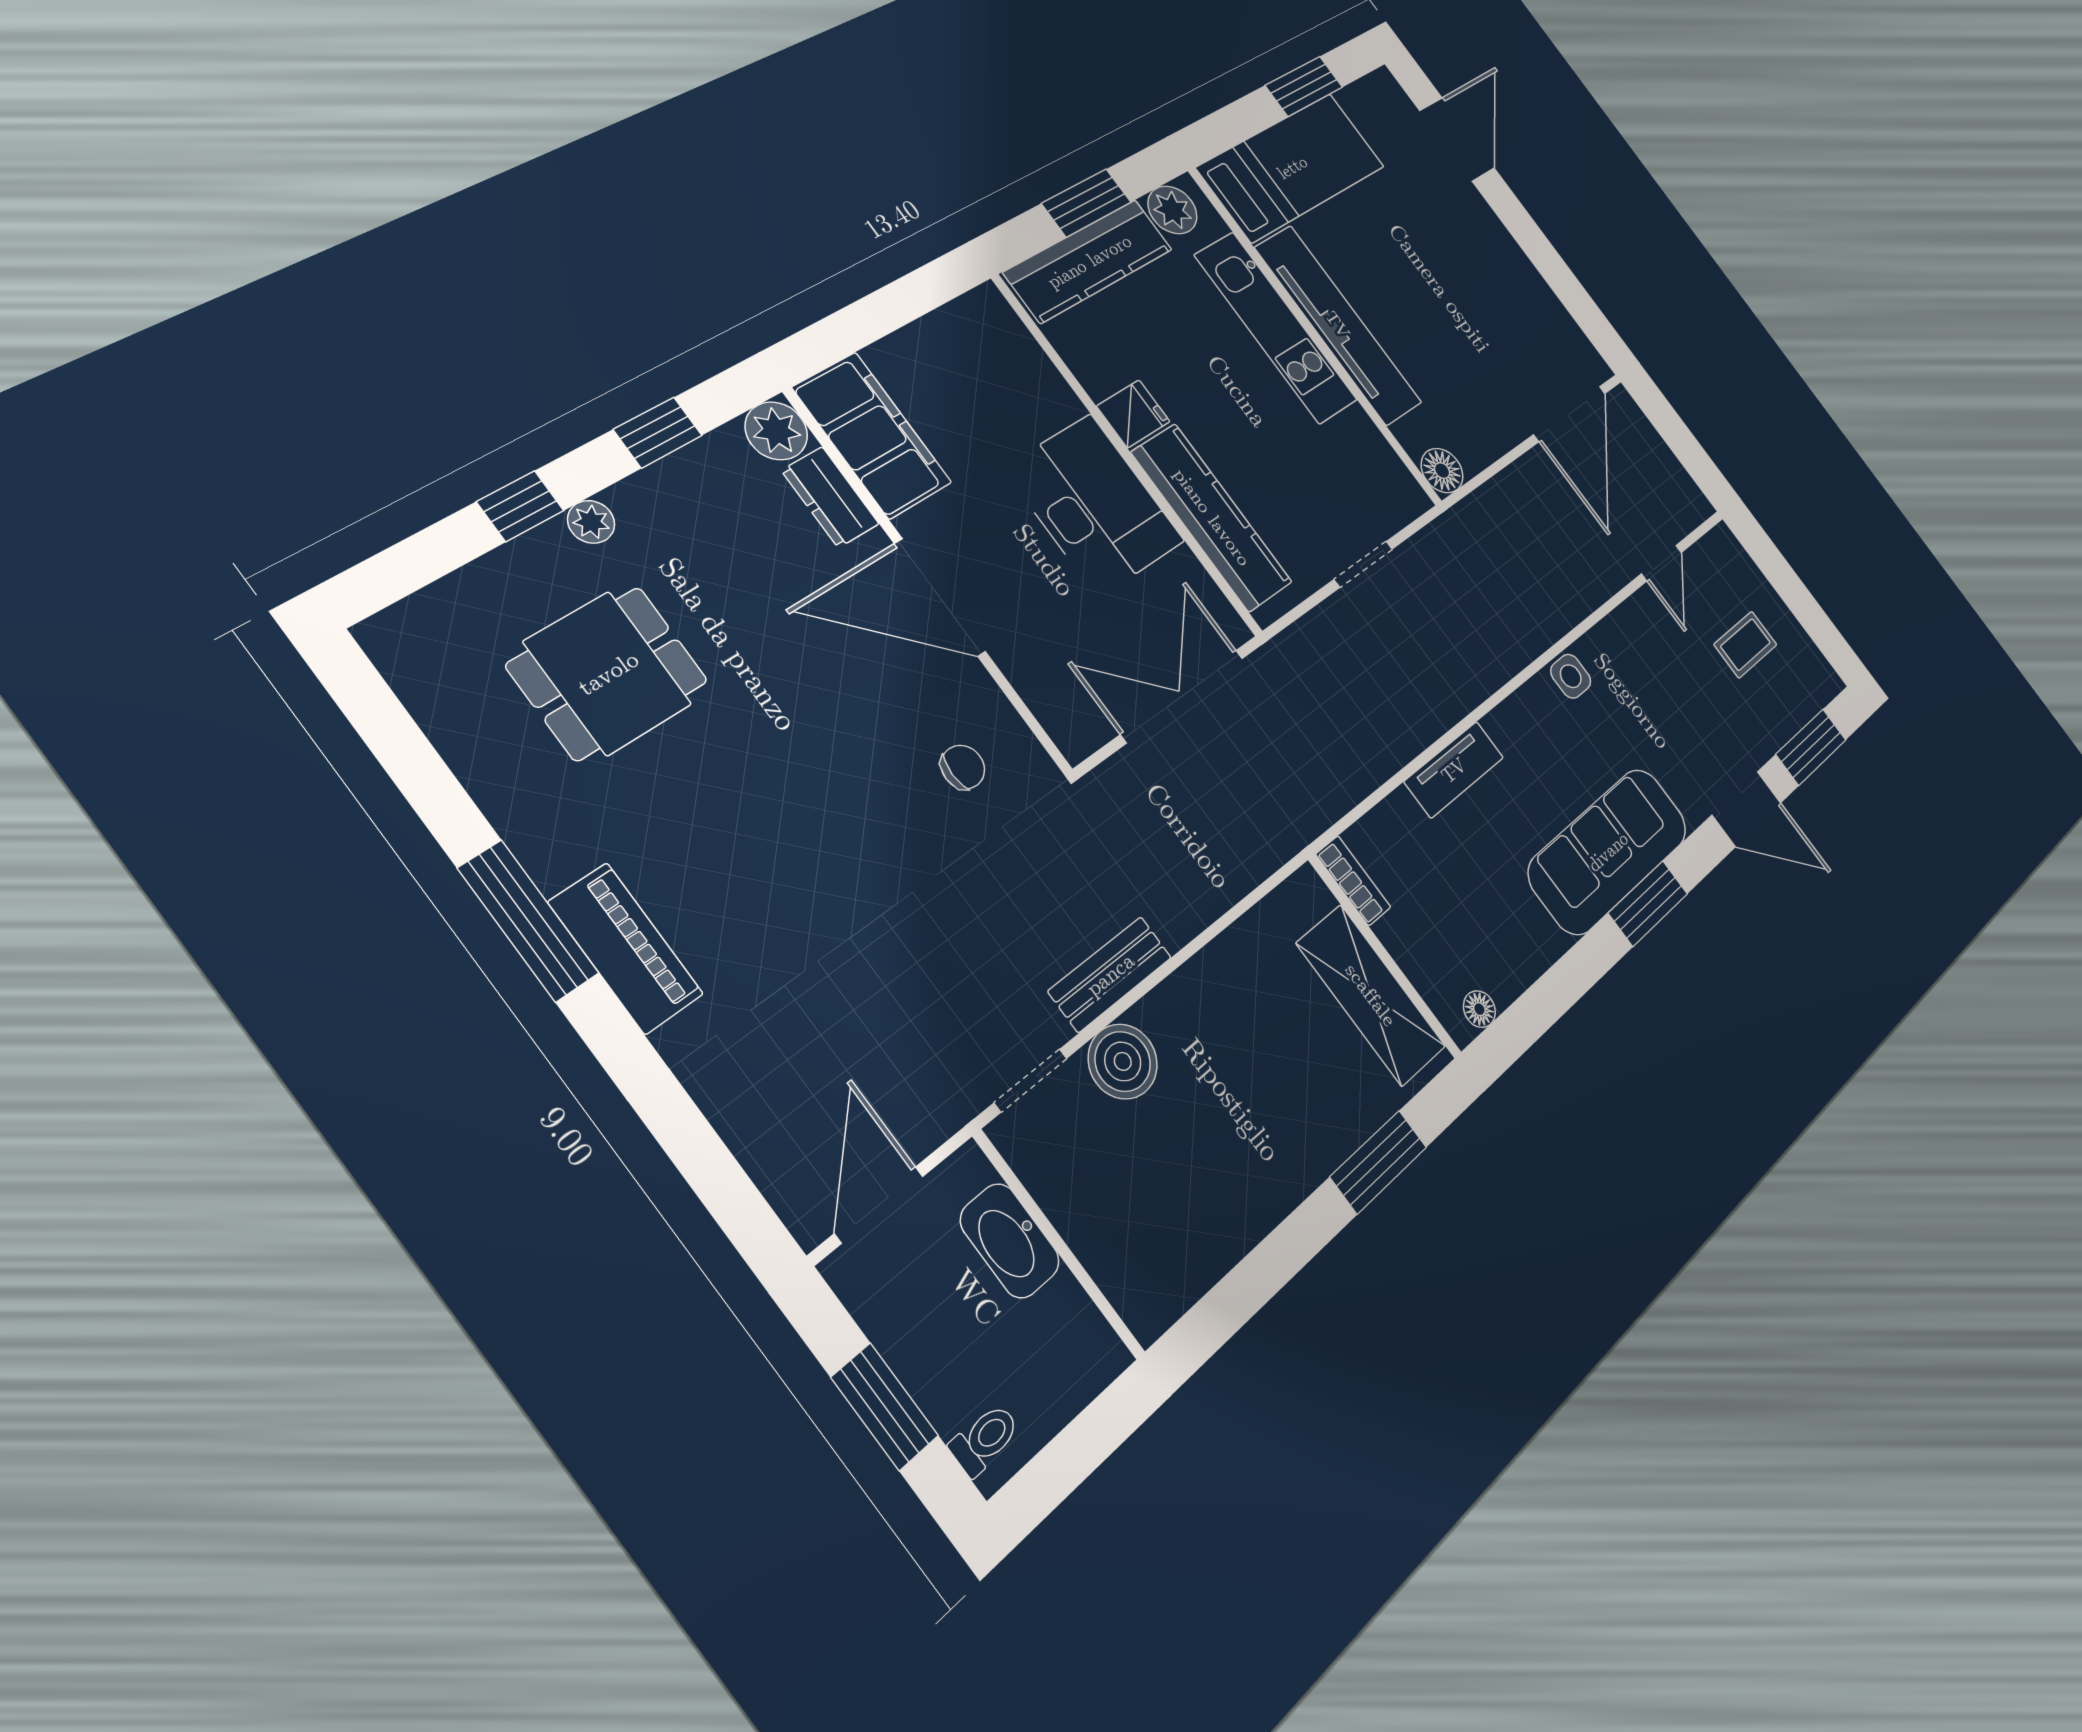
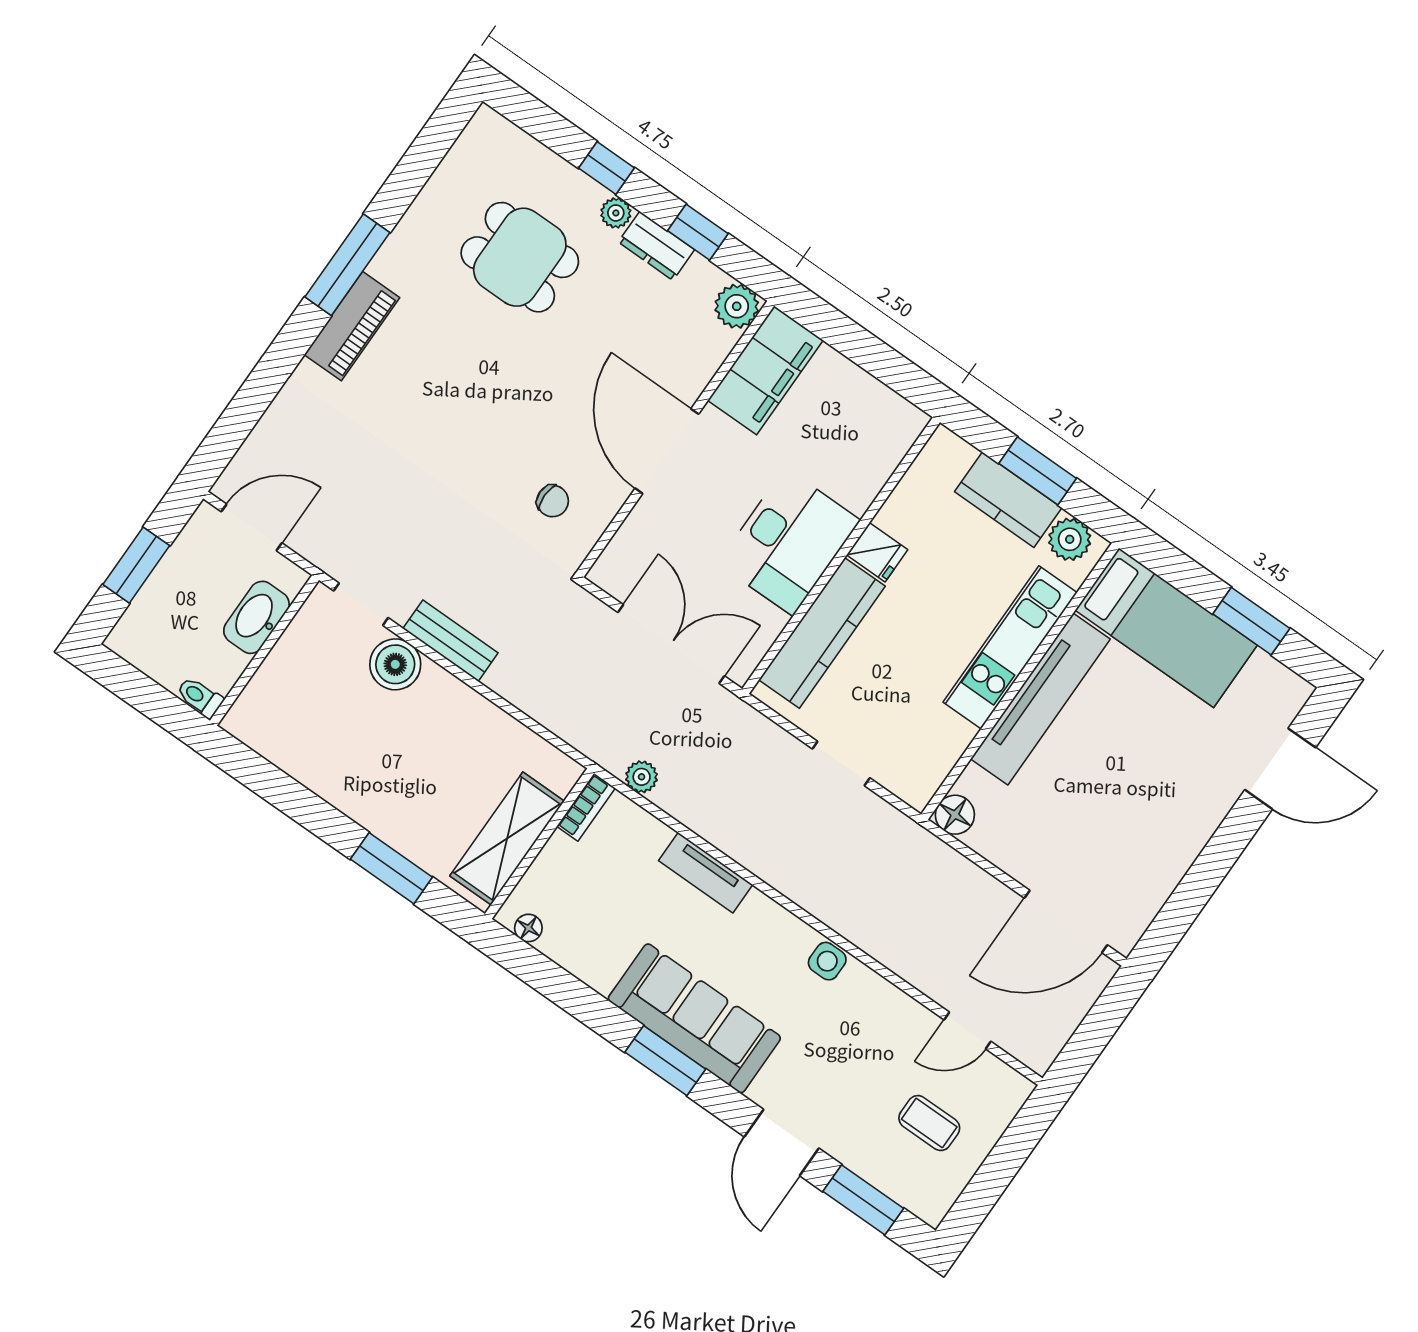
kitchen counter: (1089, 261) -> (1008, 500), width x0.67
dresser: (830, 497) -> (656, 246), moved, turned -90
plant: (1331, 798) -> (642, 777), added
toilet: (985, 1439) -> (200, 697), moved, turned 180

